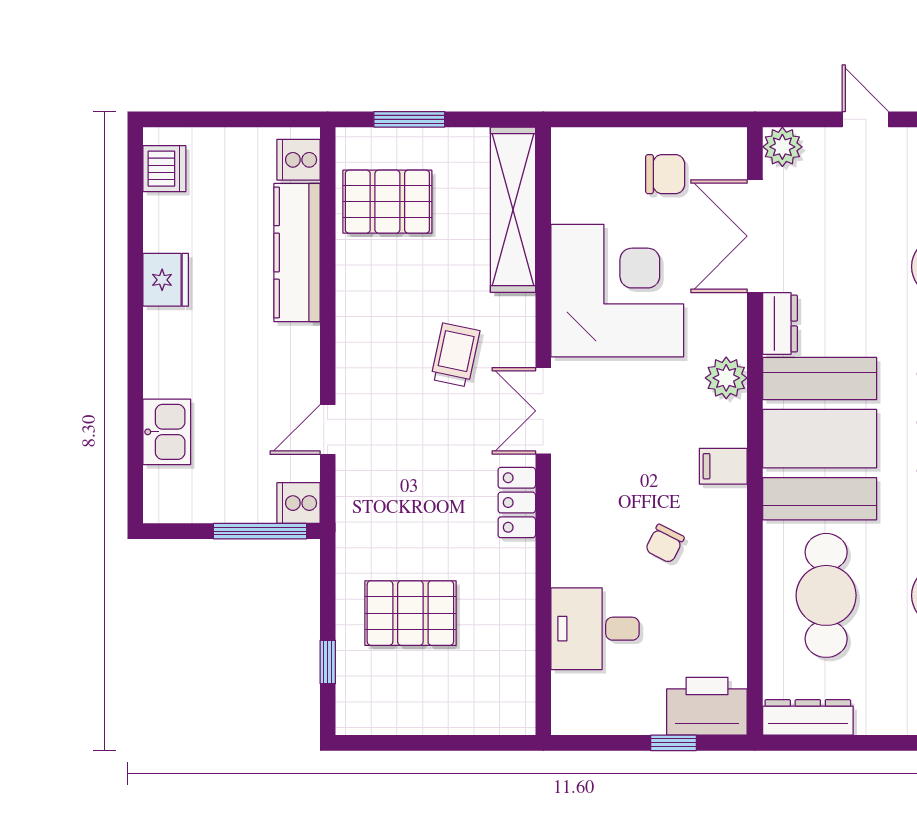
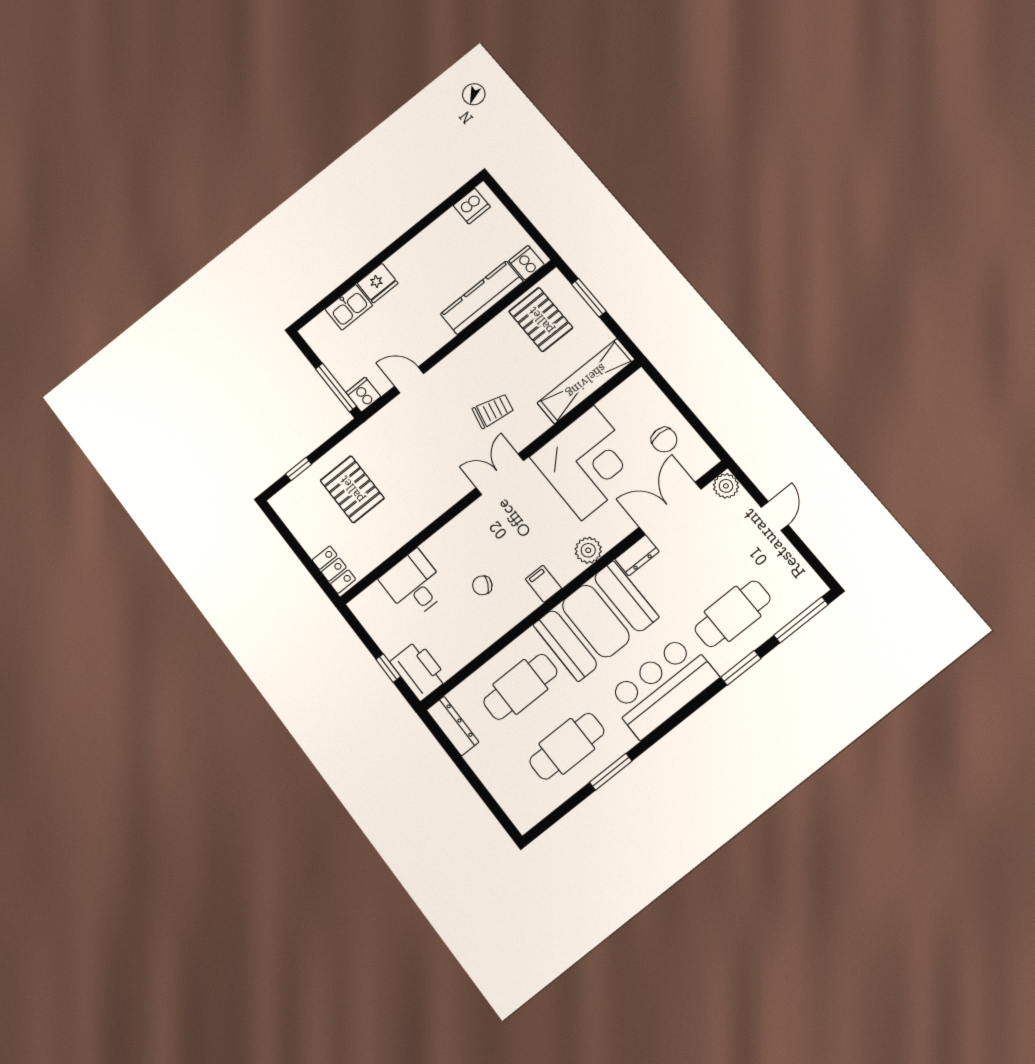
fridge: (166, 280) -> (378, 283), moved
locker: (517, 503) -> (334, 570), moved, turned 90

